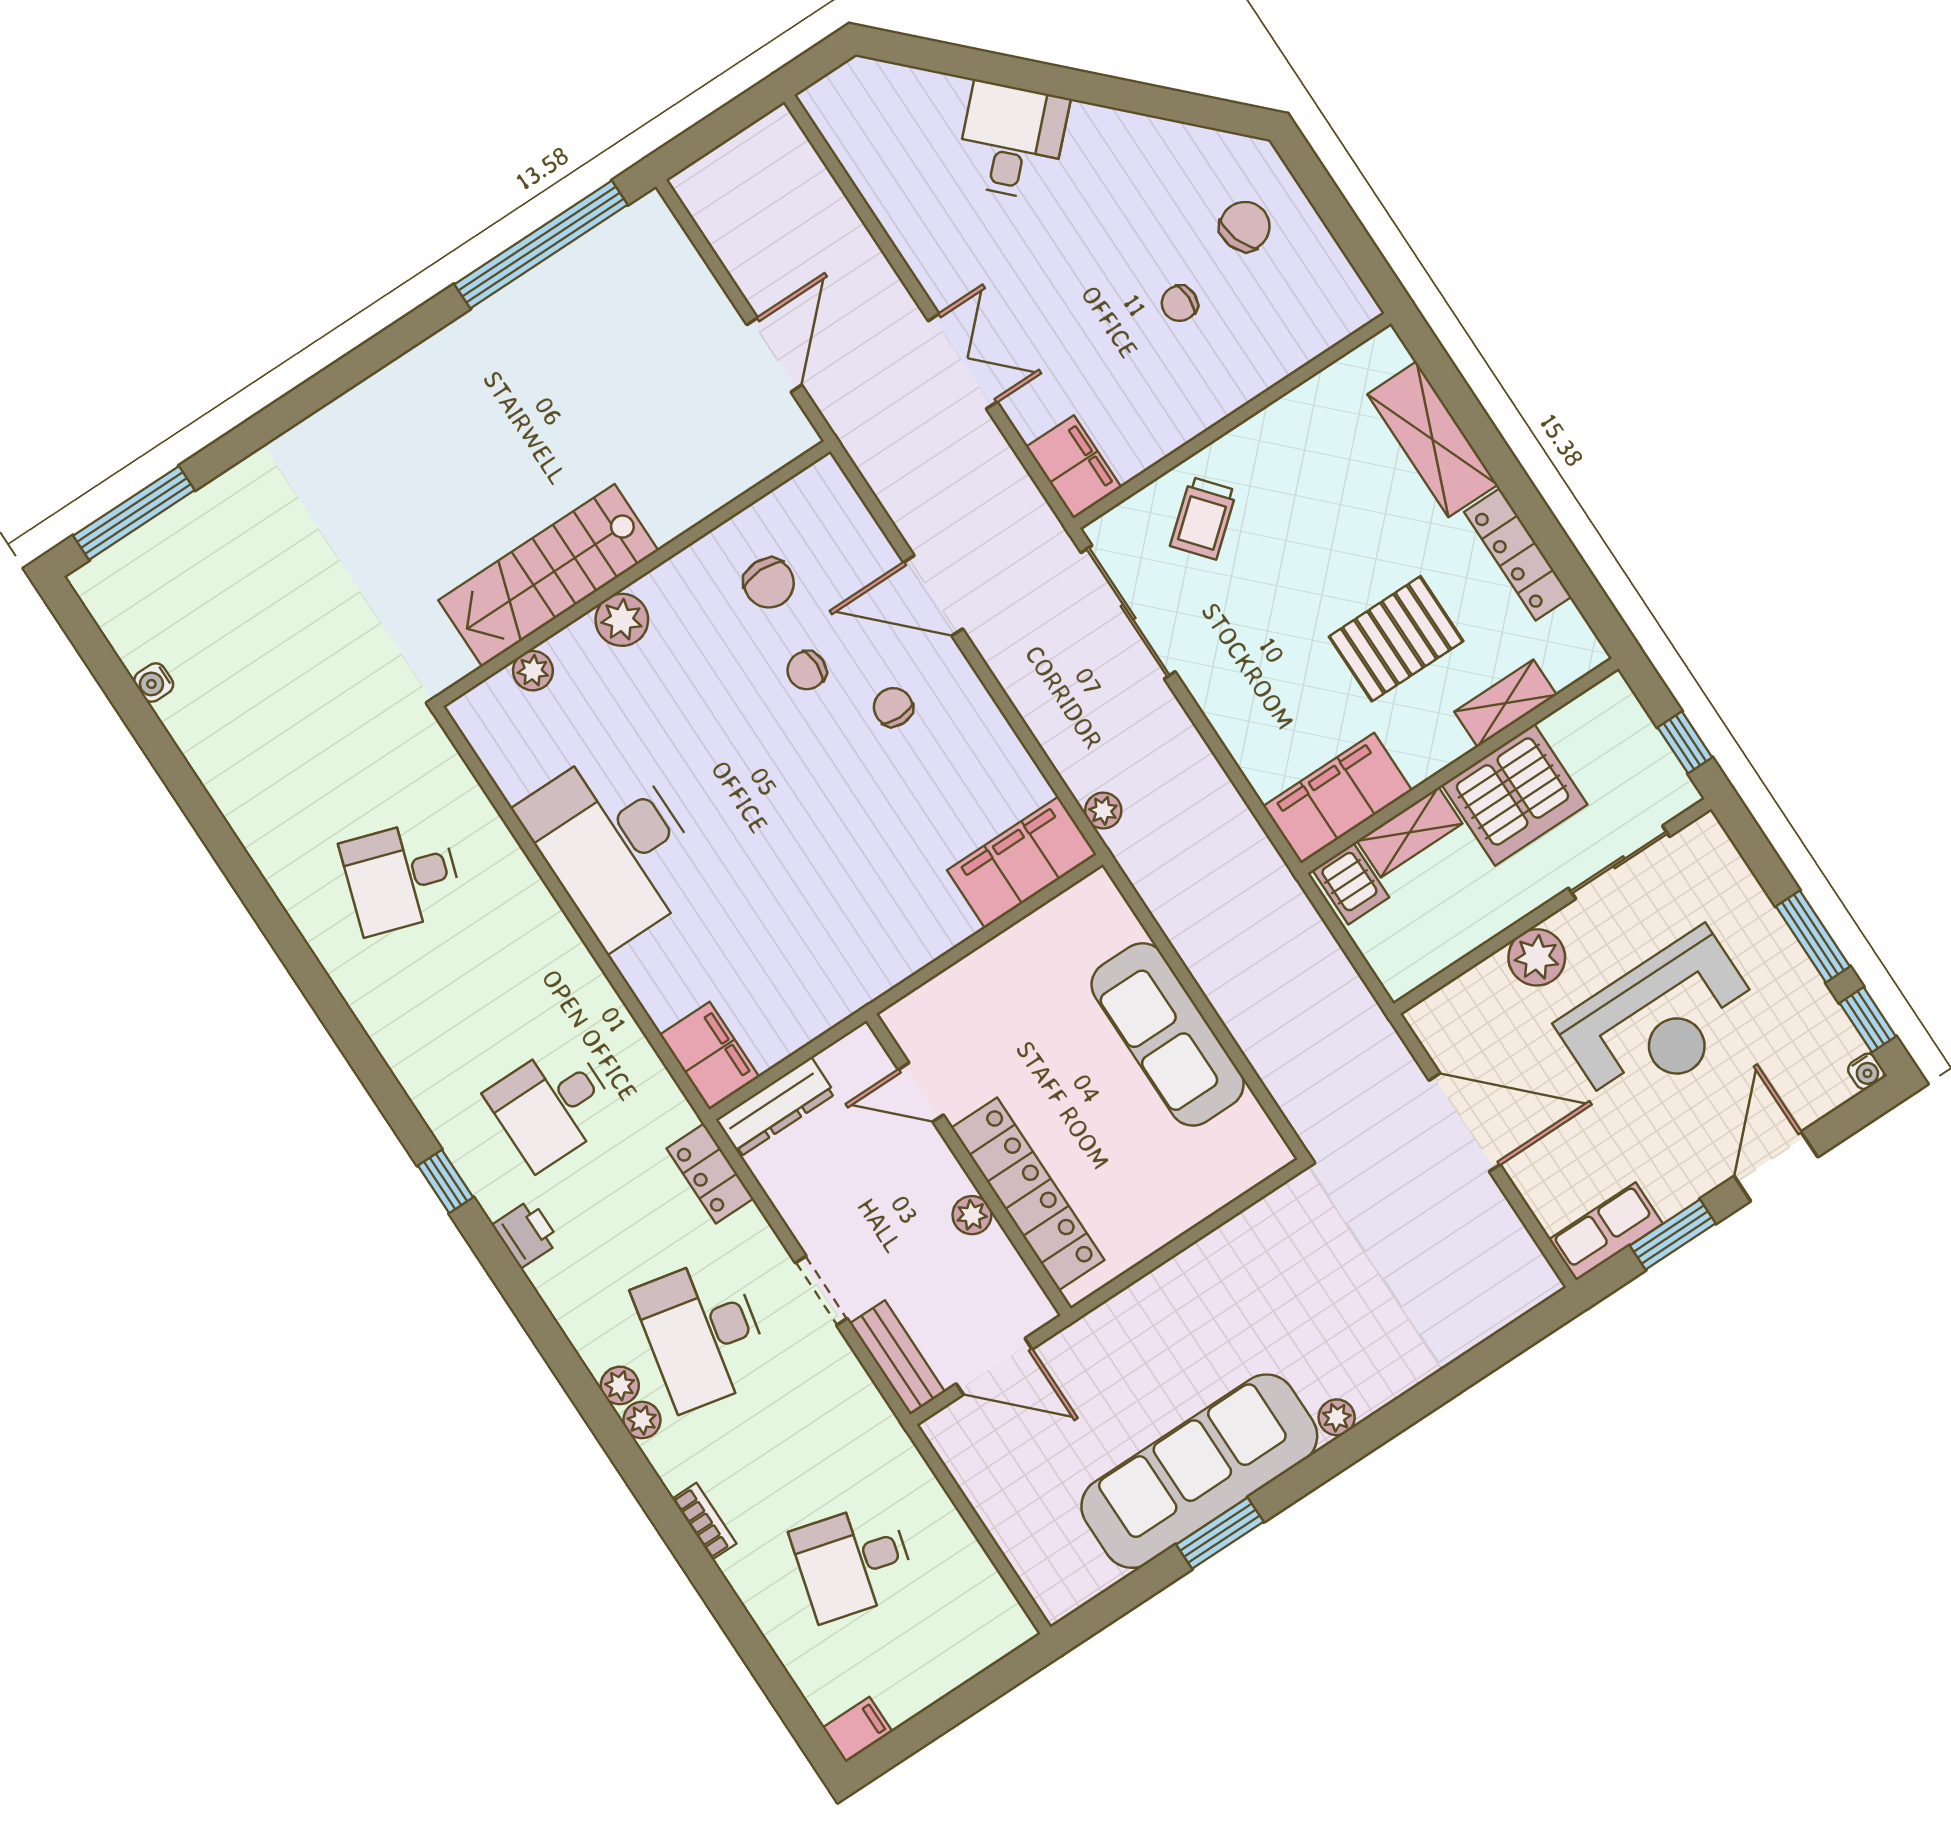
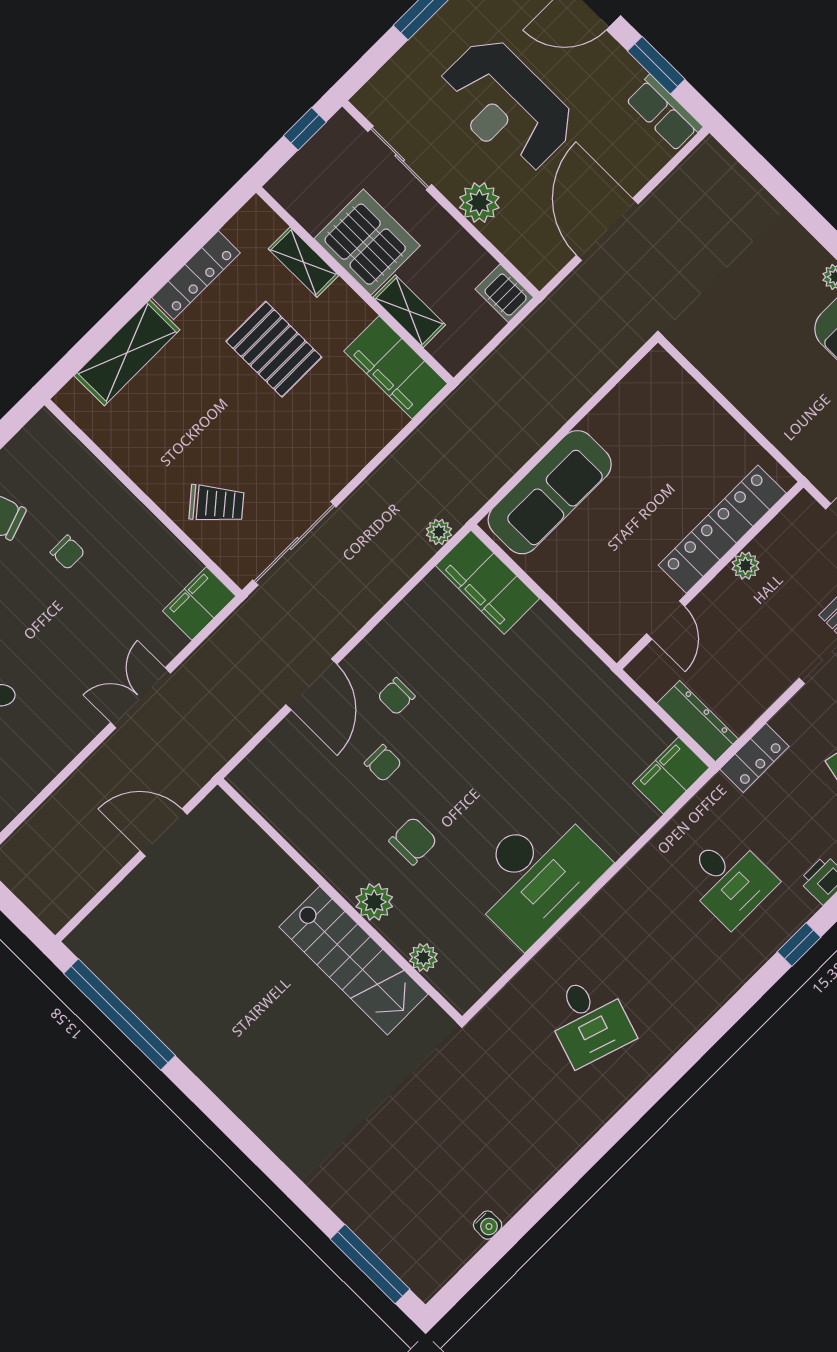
chair: (769, 583) -> (413, 841), moved
server rack: (1351, 884) -> (504, 293), moved, turned -90
reception desk: (1660, 1021) -> (506, 105), turned 180
sofa: (1168, 1034) -> (550, 492), moved

